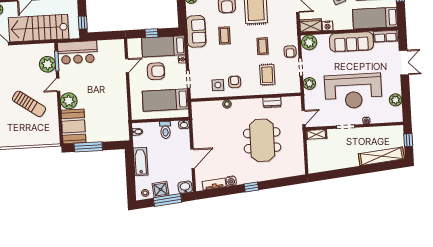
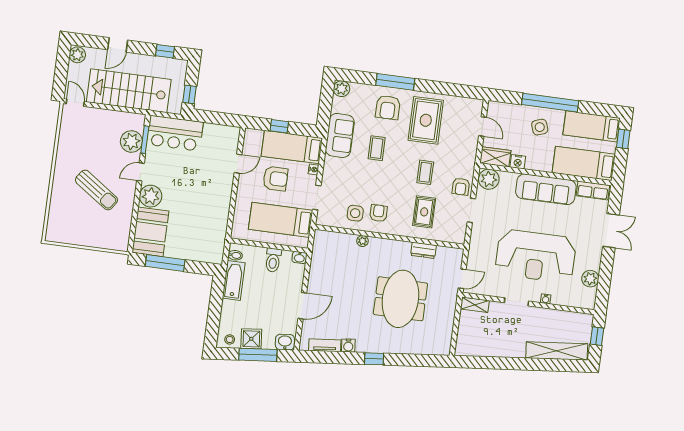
plant: (309, 83) -> (479, 235), removed
bathtub: (141, 162) -> (234, 280), moved

